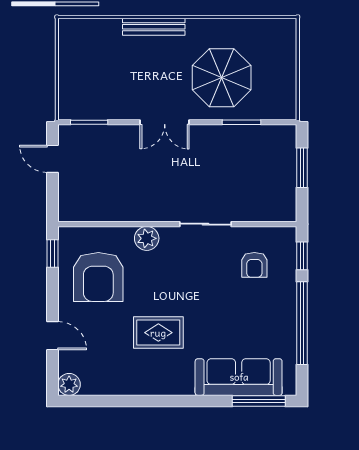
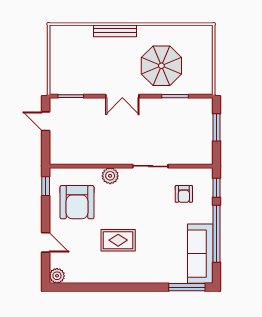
sofa: (239, 377) -> (200, 254), moved, turned -90

